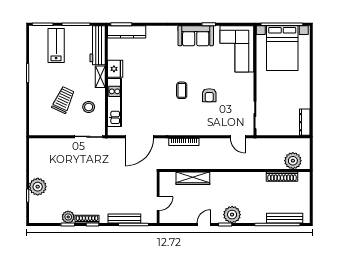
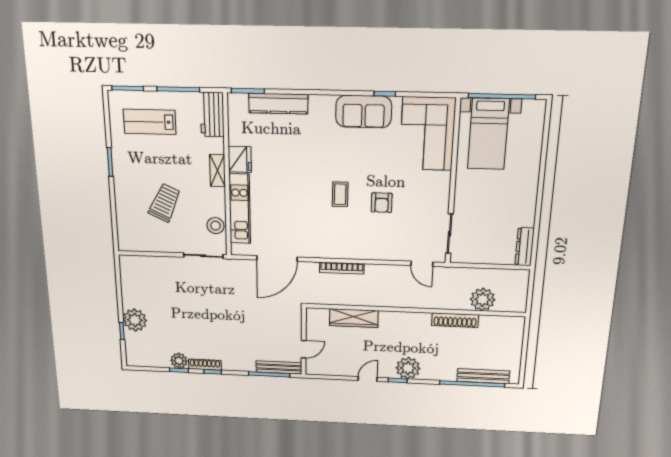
kitchen counter: (127, 32) -> (278, 104), moved
workbench: (98, 45) -> (212, 115), width x0.73
lab bench: (56, 46) -> (150, 122), turned -90
bed with nightstands: (282, 48) -> (488, 134), width x0.73
stool: (89, 107) -> (215, 226), moved
plant: (293, 161) -> (483, 299), moved
shoe rack: (282, 177) -> (455, 320), moved
bench: (124, 219) -> (279, 367), moved

